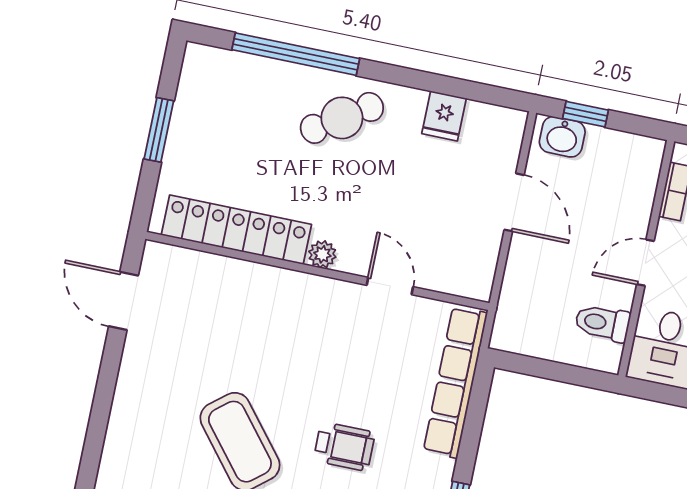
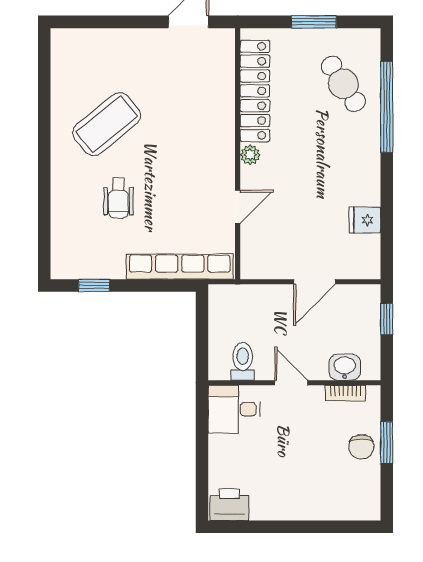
cafe table: (342, 118) -> (343, 84), moved
washbasin: (562, 137) -> (345, 367), moved, turned 90

